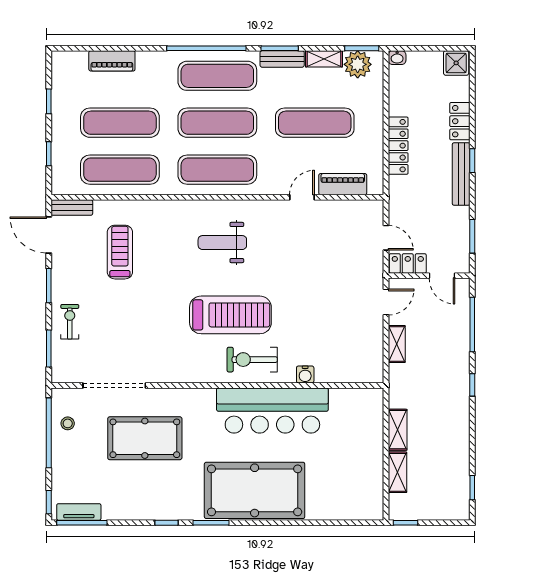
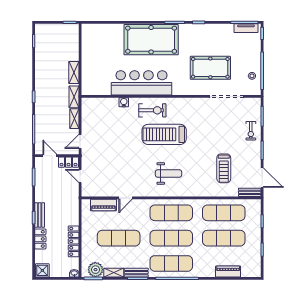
locker: (398, 146) -> (74, 241), moved
bench: (461, 174) -> (40, 215), width x0.73
shelving: (397, 472) -> (74, 97), moved

